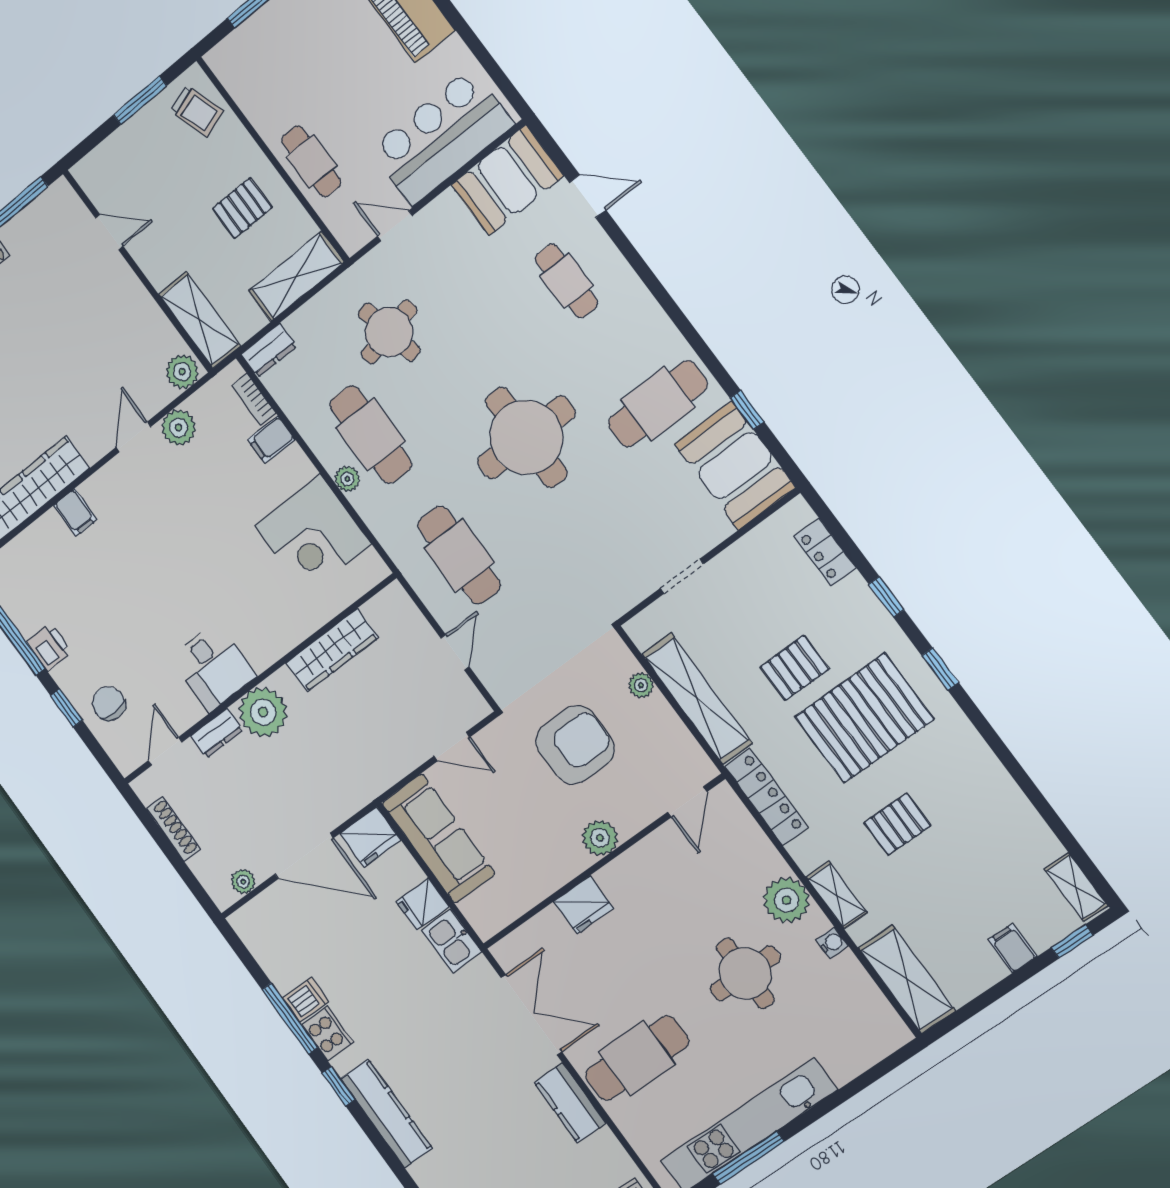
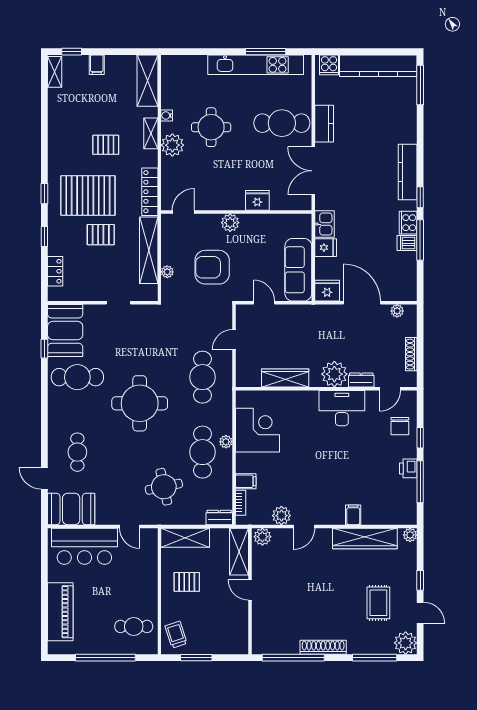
cafe table: (311, 161) -> (134, 626), moved, turned 90
door: (109, 232) -> (250, 590), moved
desk: (213, 667) -> (342, 408), width x1.37

